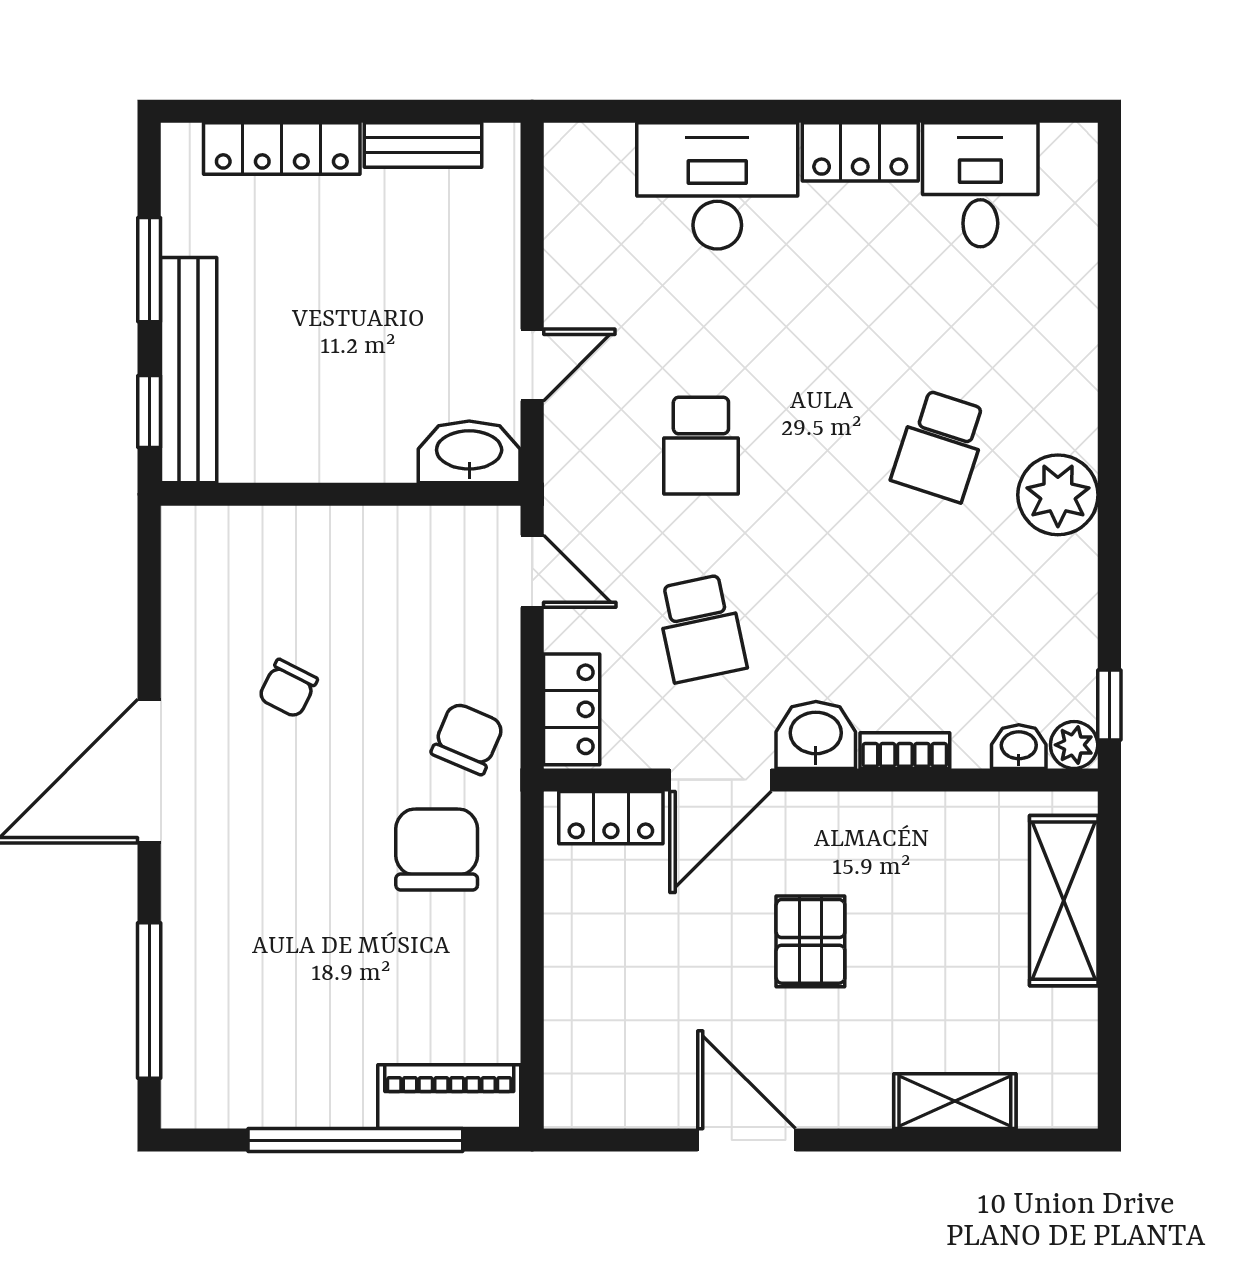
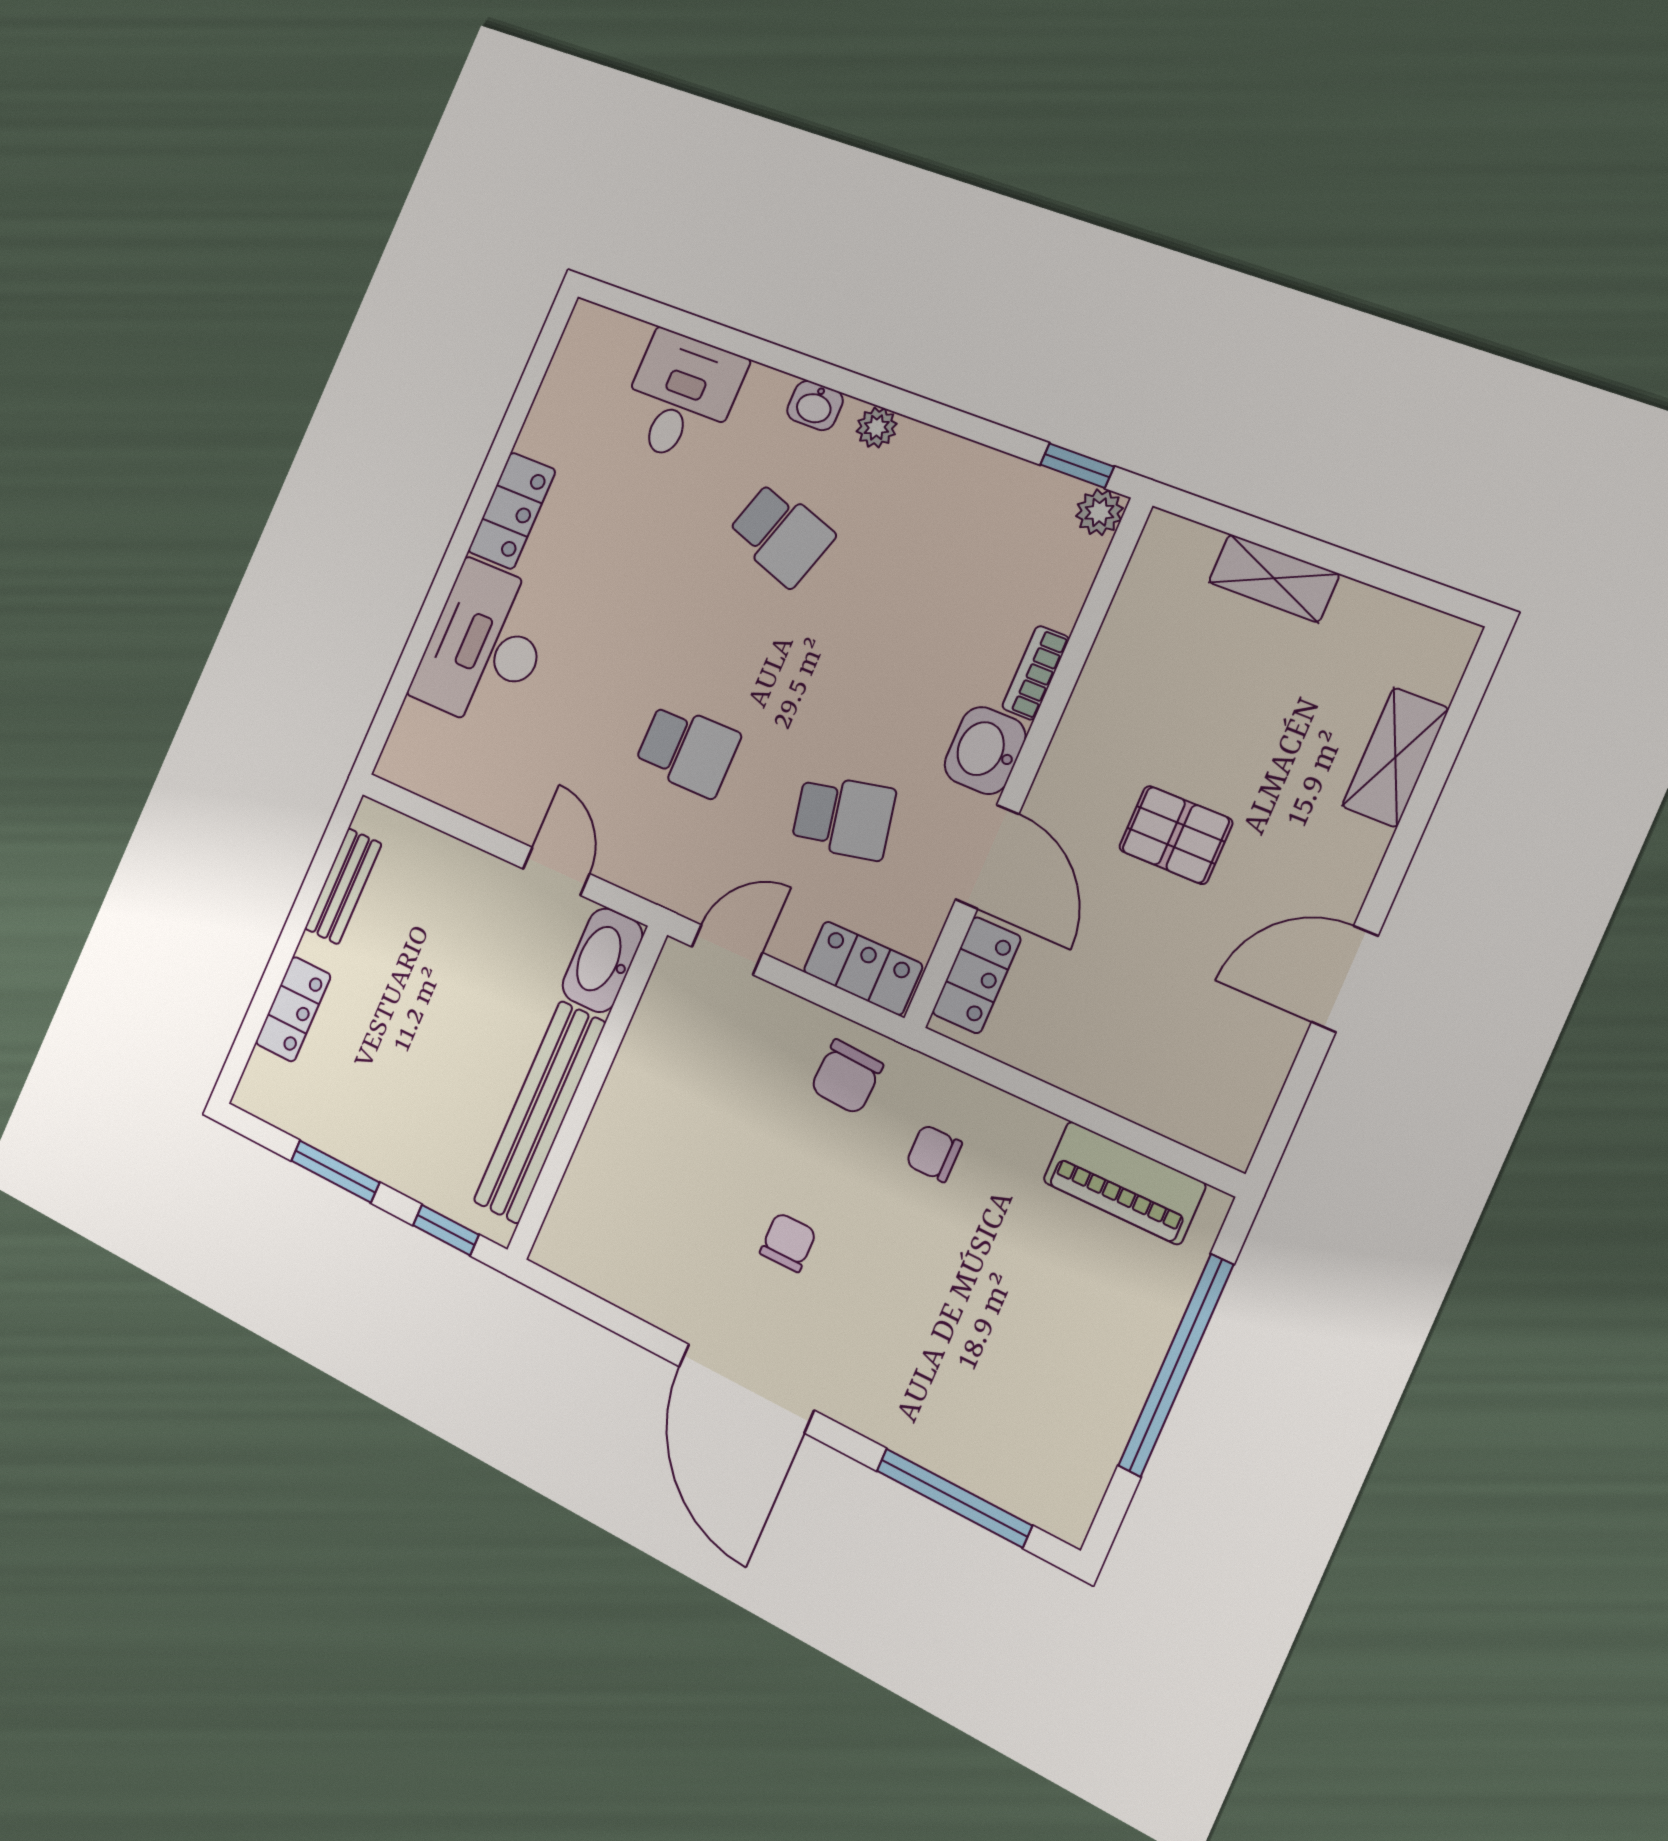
locker: (282, 149) -> (293, 1009), width x0.66
desk: (980, 185) -> (681, 397), moved, turned 90
bench: (189, 370) -> (539, 1112), moved, turned 90
plant: (1058, 495) -> (877, 427), width x0.53, depth x0.53
chair: (288, 689) -> (788, 1242), moved, turned -117
chair: (468, 738) -> (847, 1077), turned -110
washbasin: (1019, 747) -> (815, 405), moved, turned -90
chair: (437, 849) -> (934, 1153), width x0.54, depth x0.54
shelving: (1064, 901) -> (1274, 578), width x0.67, depth x0.75
piano: (449, 1097) -> (1124, 1183), moved, turned -90

